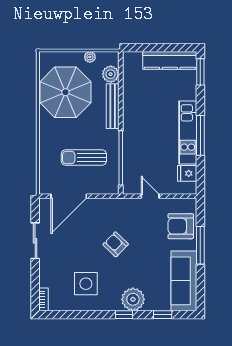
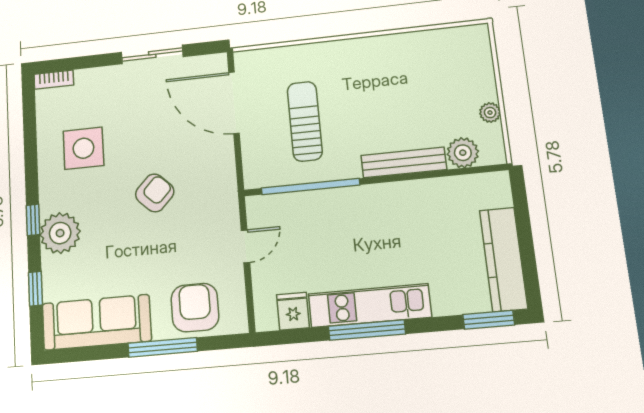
parasol: (65, 92) -> (419, 77), removed

